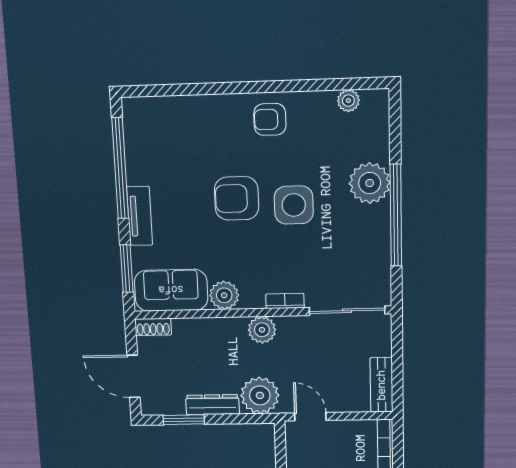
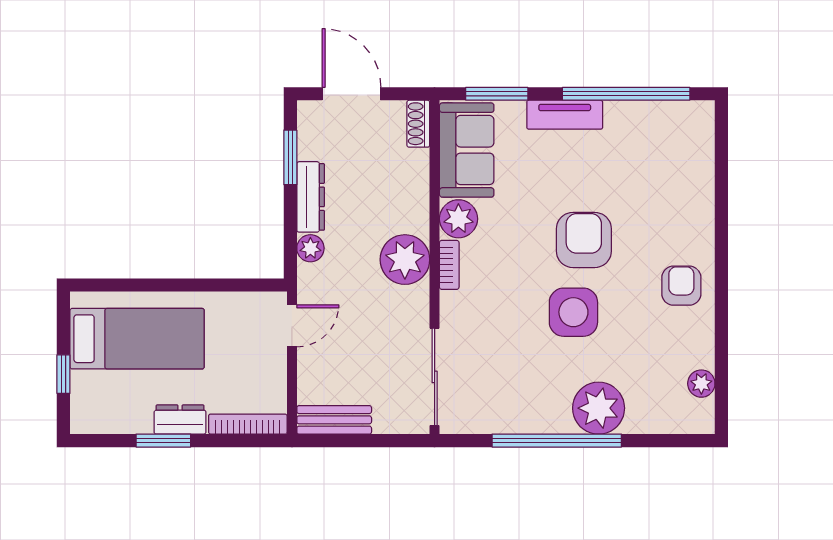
bookcase: (285, 301) -> (449, 265), moved
plant: (262, 330) -> (405, 260), width x1.36, depth x1.36
door: (134, 376) -> (352, 94), hinge flipped
plant: (260, 395) -> (310, 248), width x0.53, depth x0.53

